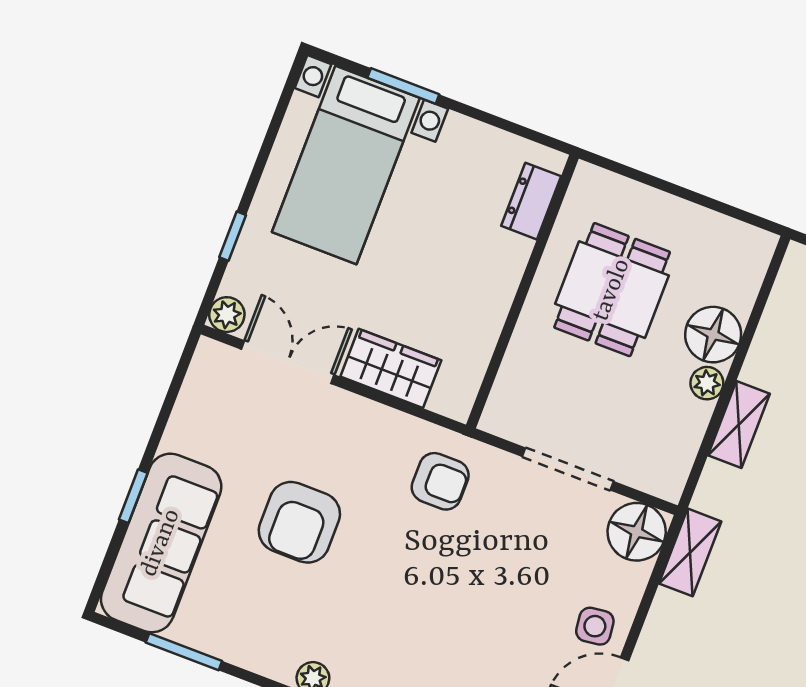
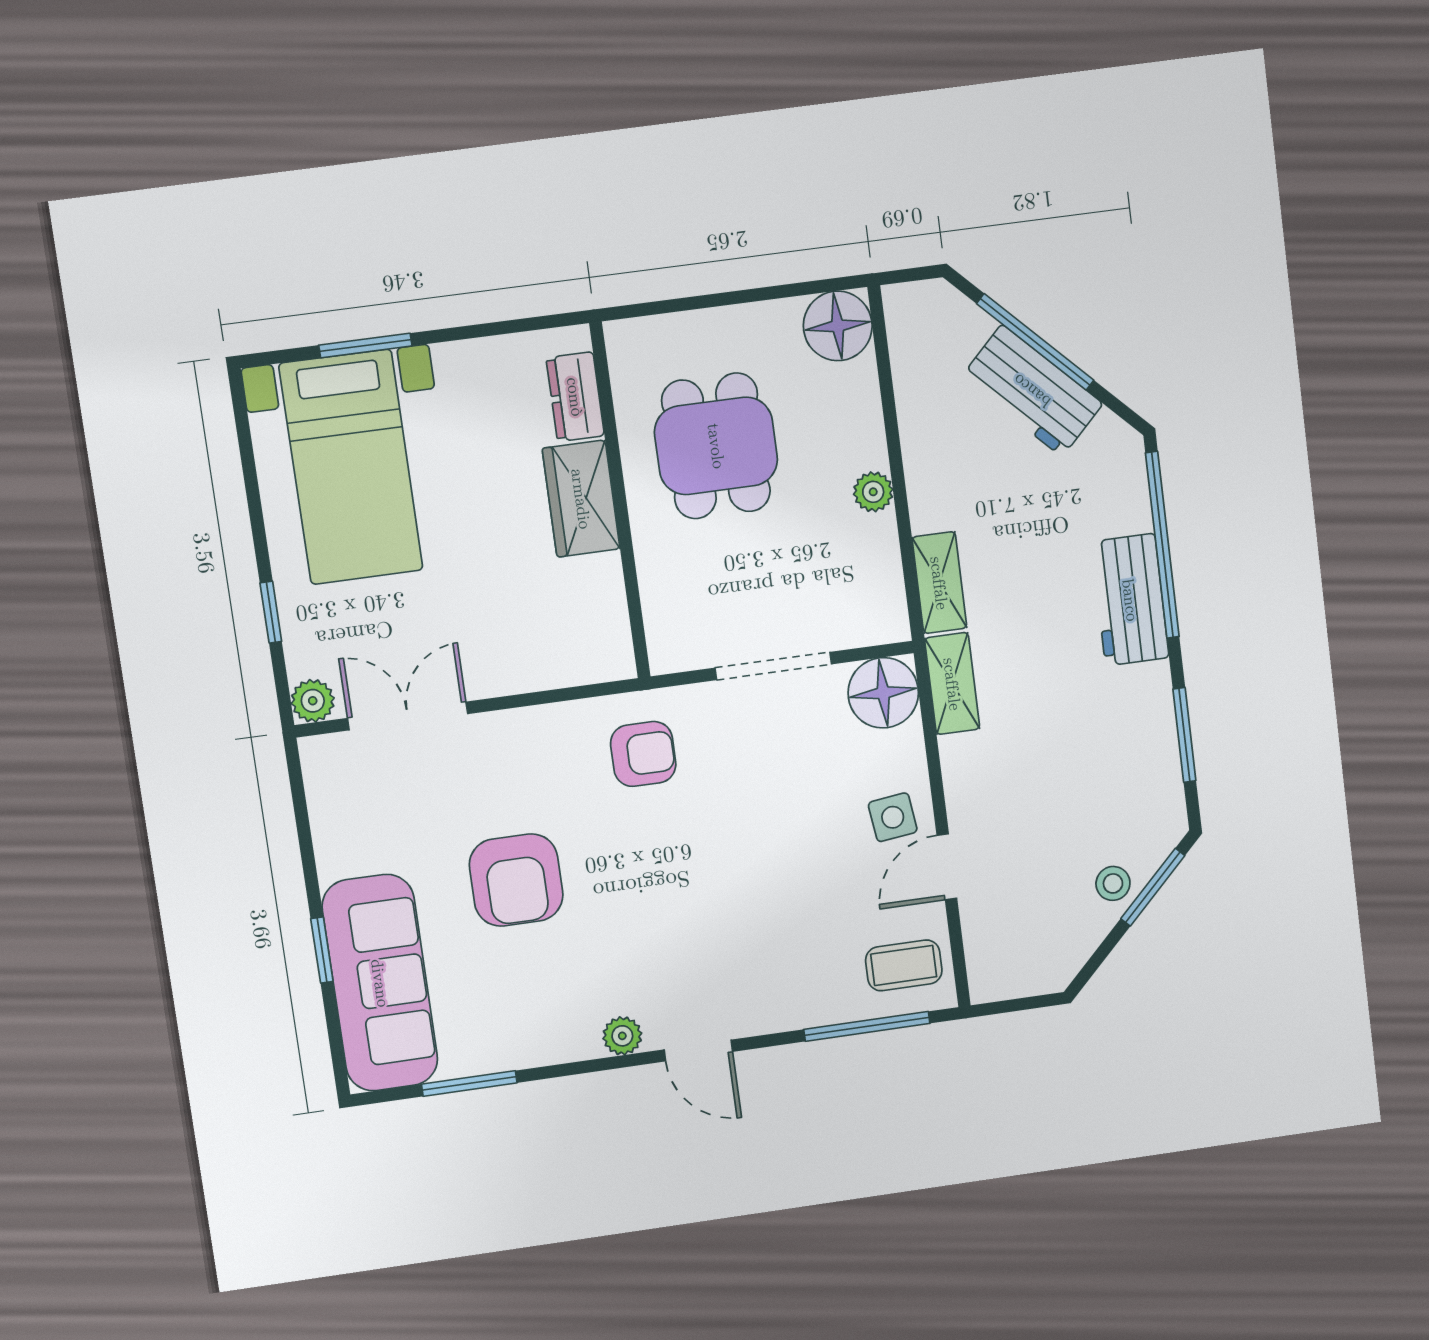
floor lamp: (713, 335) -> (838, 326), moved
wardrobe: (391, 368) -> (581, 499), moved, turned -90
shelving: (739, 425) -> (939, 583), moved

